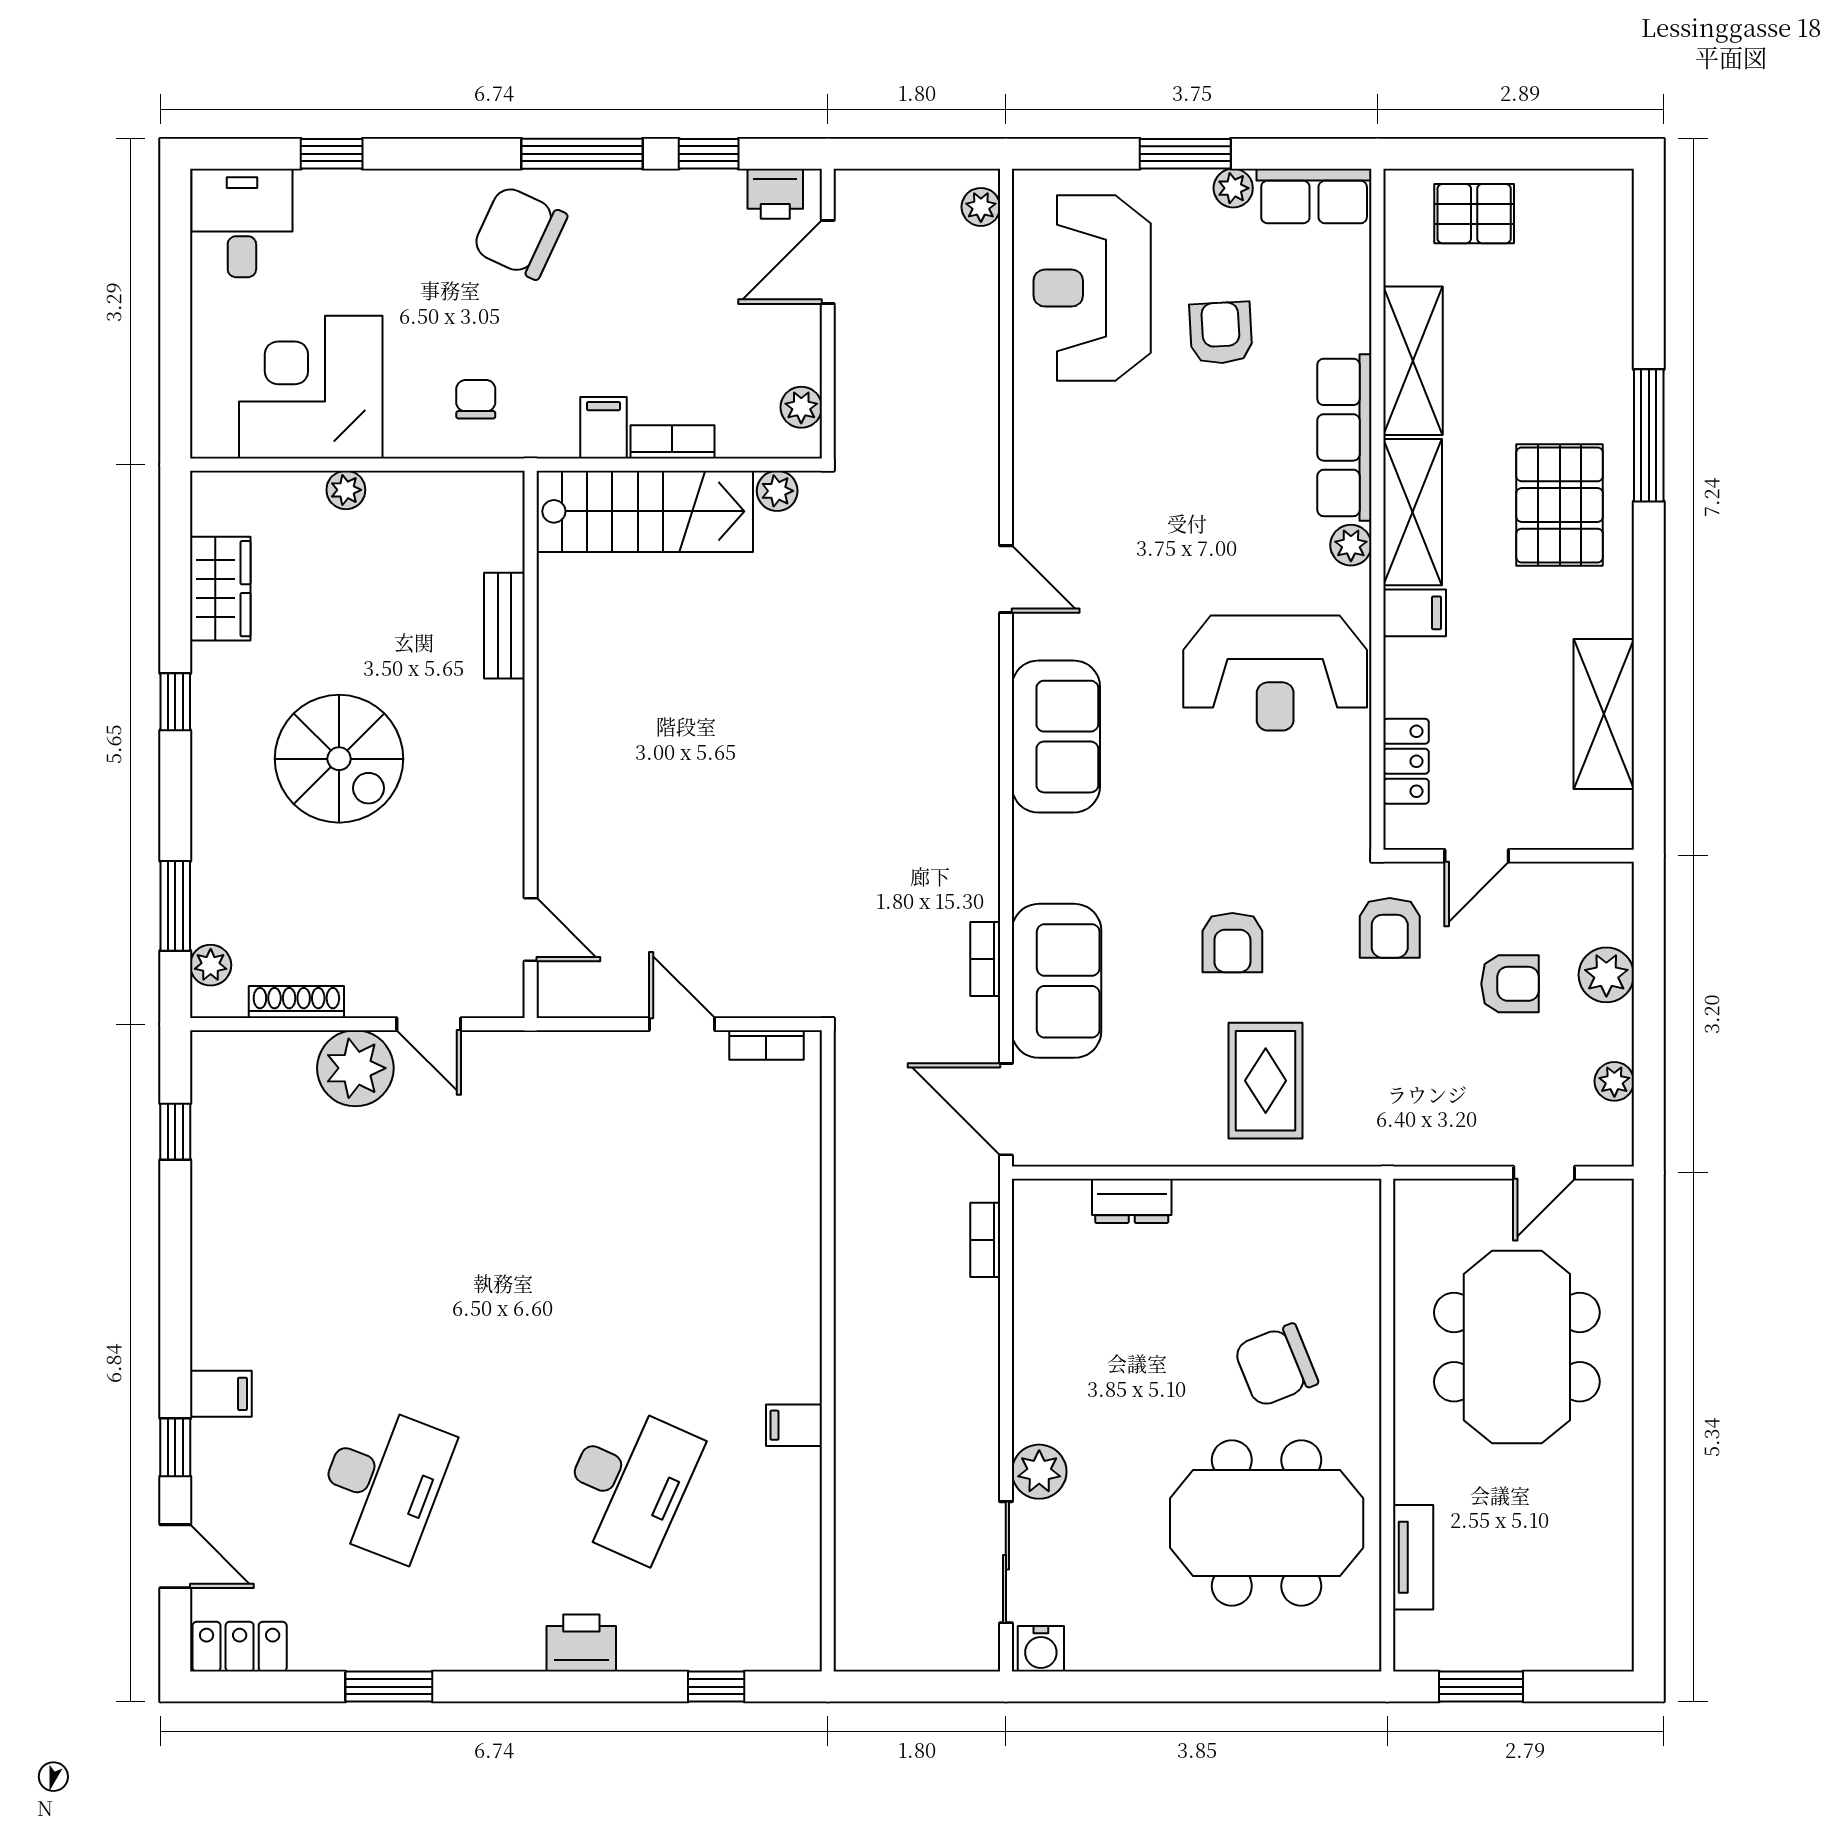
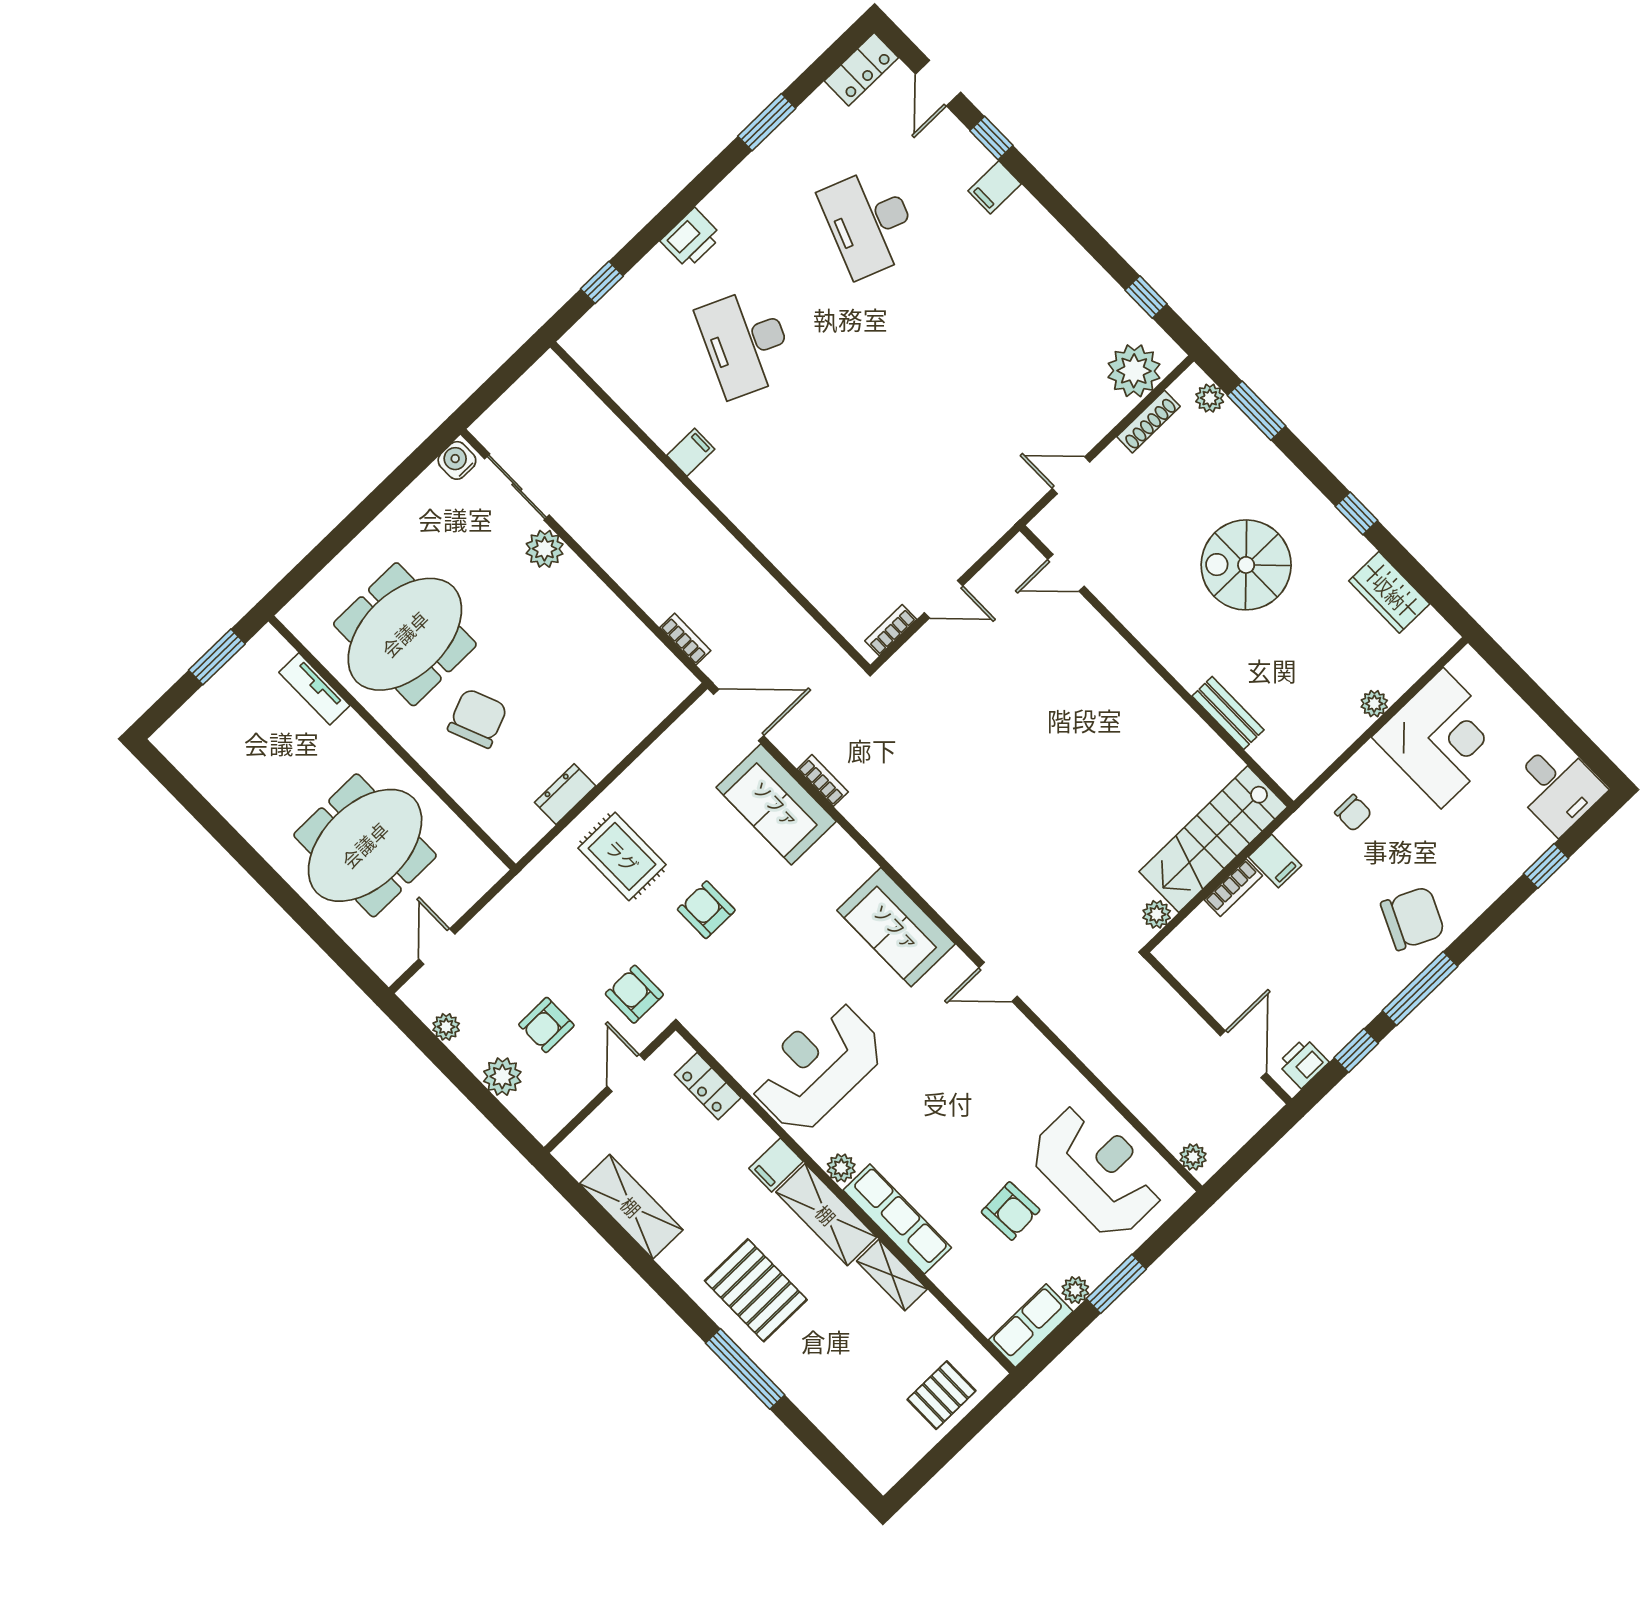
shelving: (1413, 361) -> (892, 1275), width x0.67, depth x0.75
plant: (801, 407) -> (1185, 968), removed
plant: (355, 1068) -> (1134, 371), moved
dresser: (1132, 1201) -> (565, 794), moved
meeting table: (1517, 1347) -> (365, 845), turned 90
door: (175, 1556) -> (938, 83), hinge flipped

